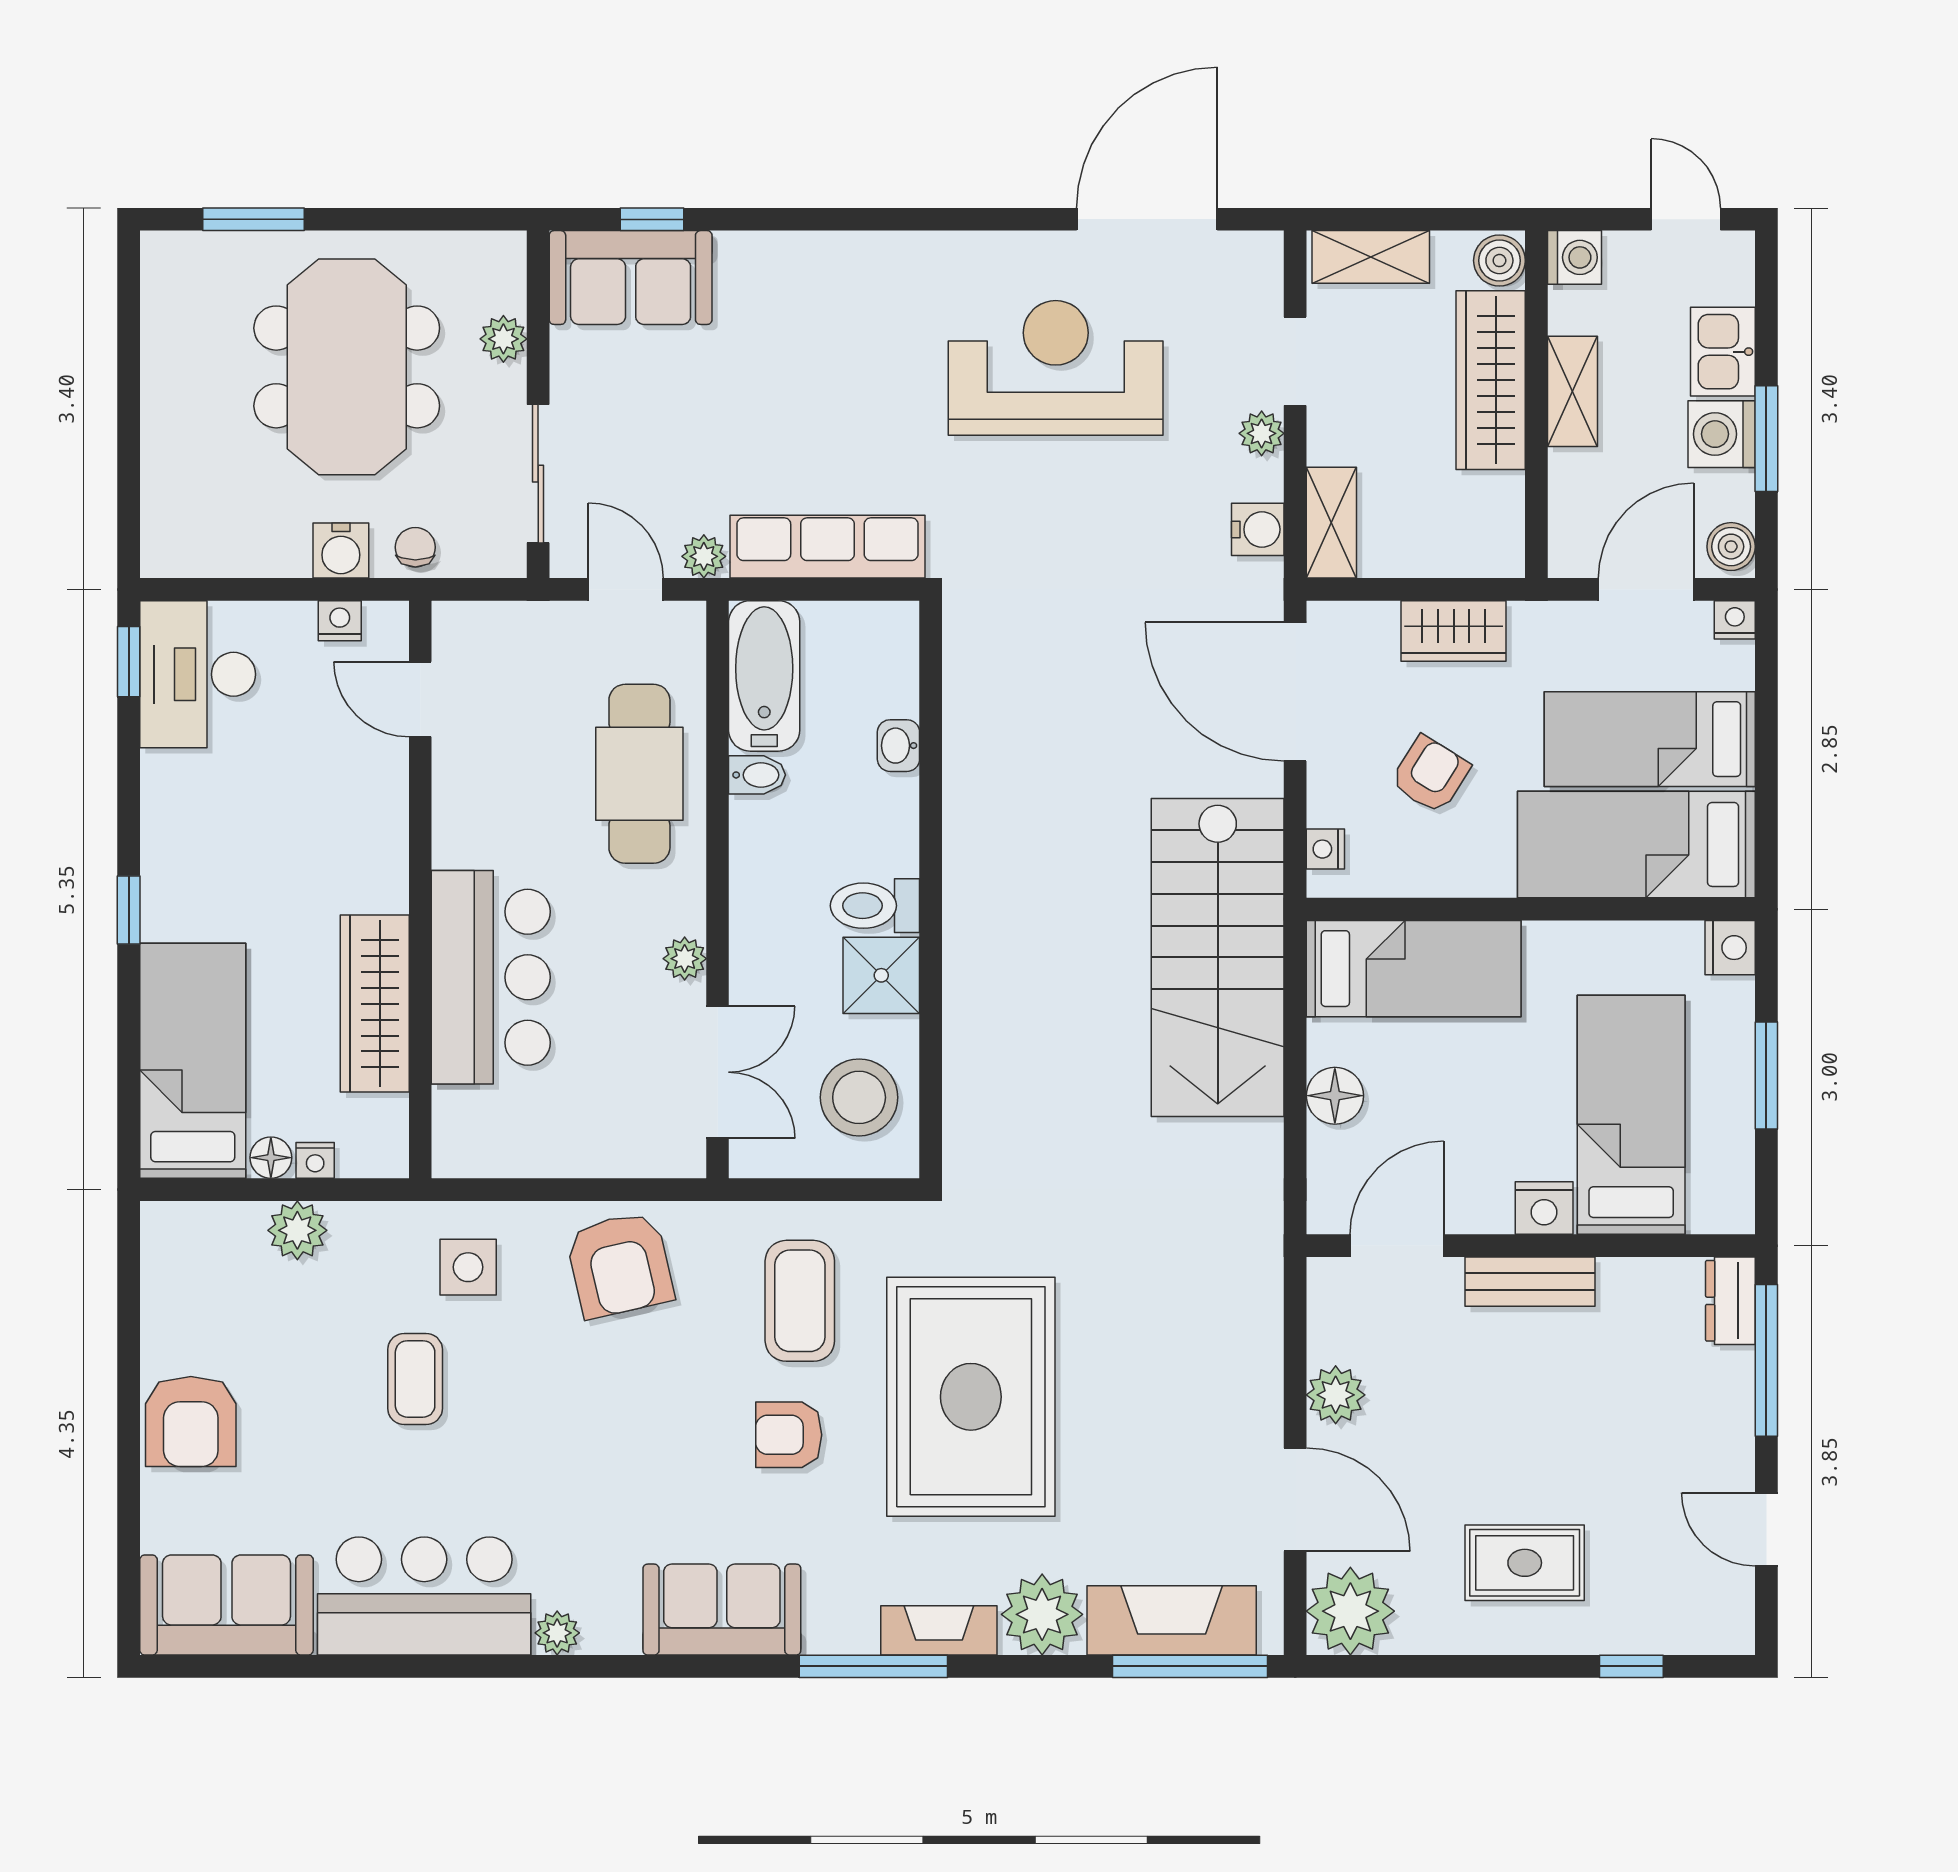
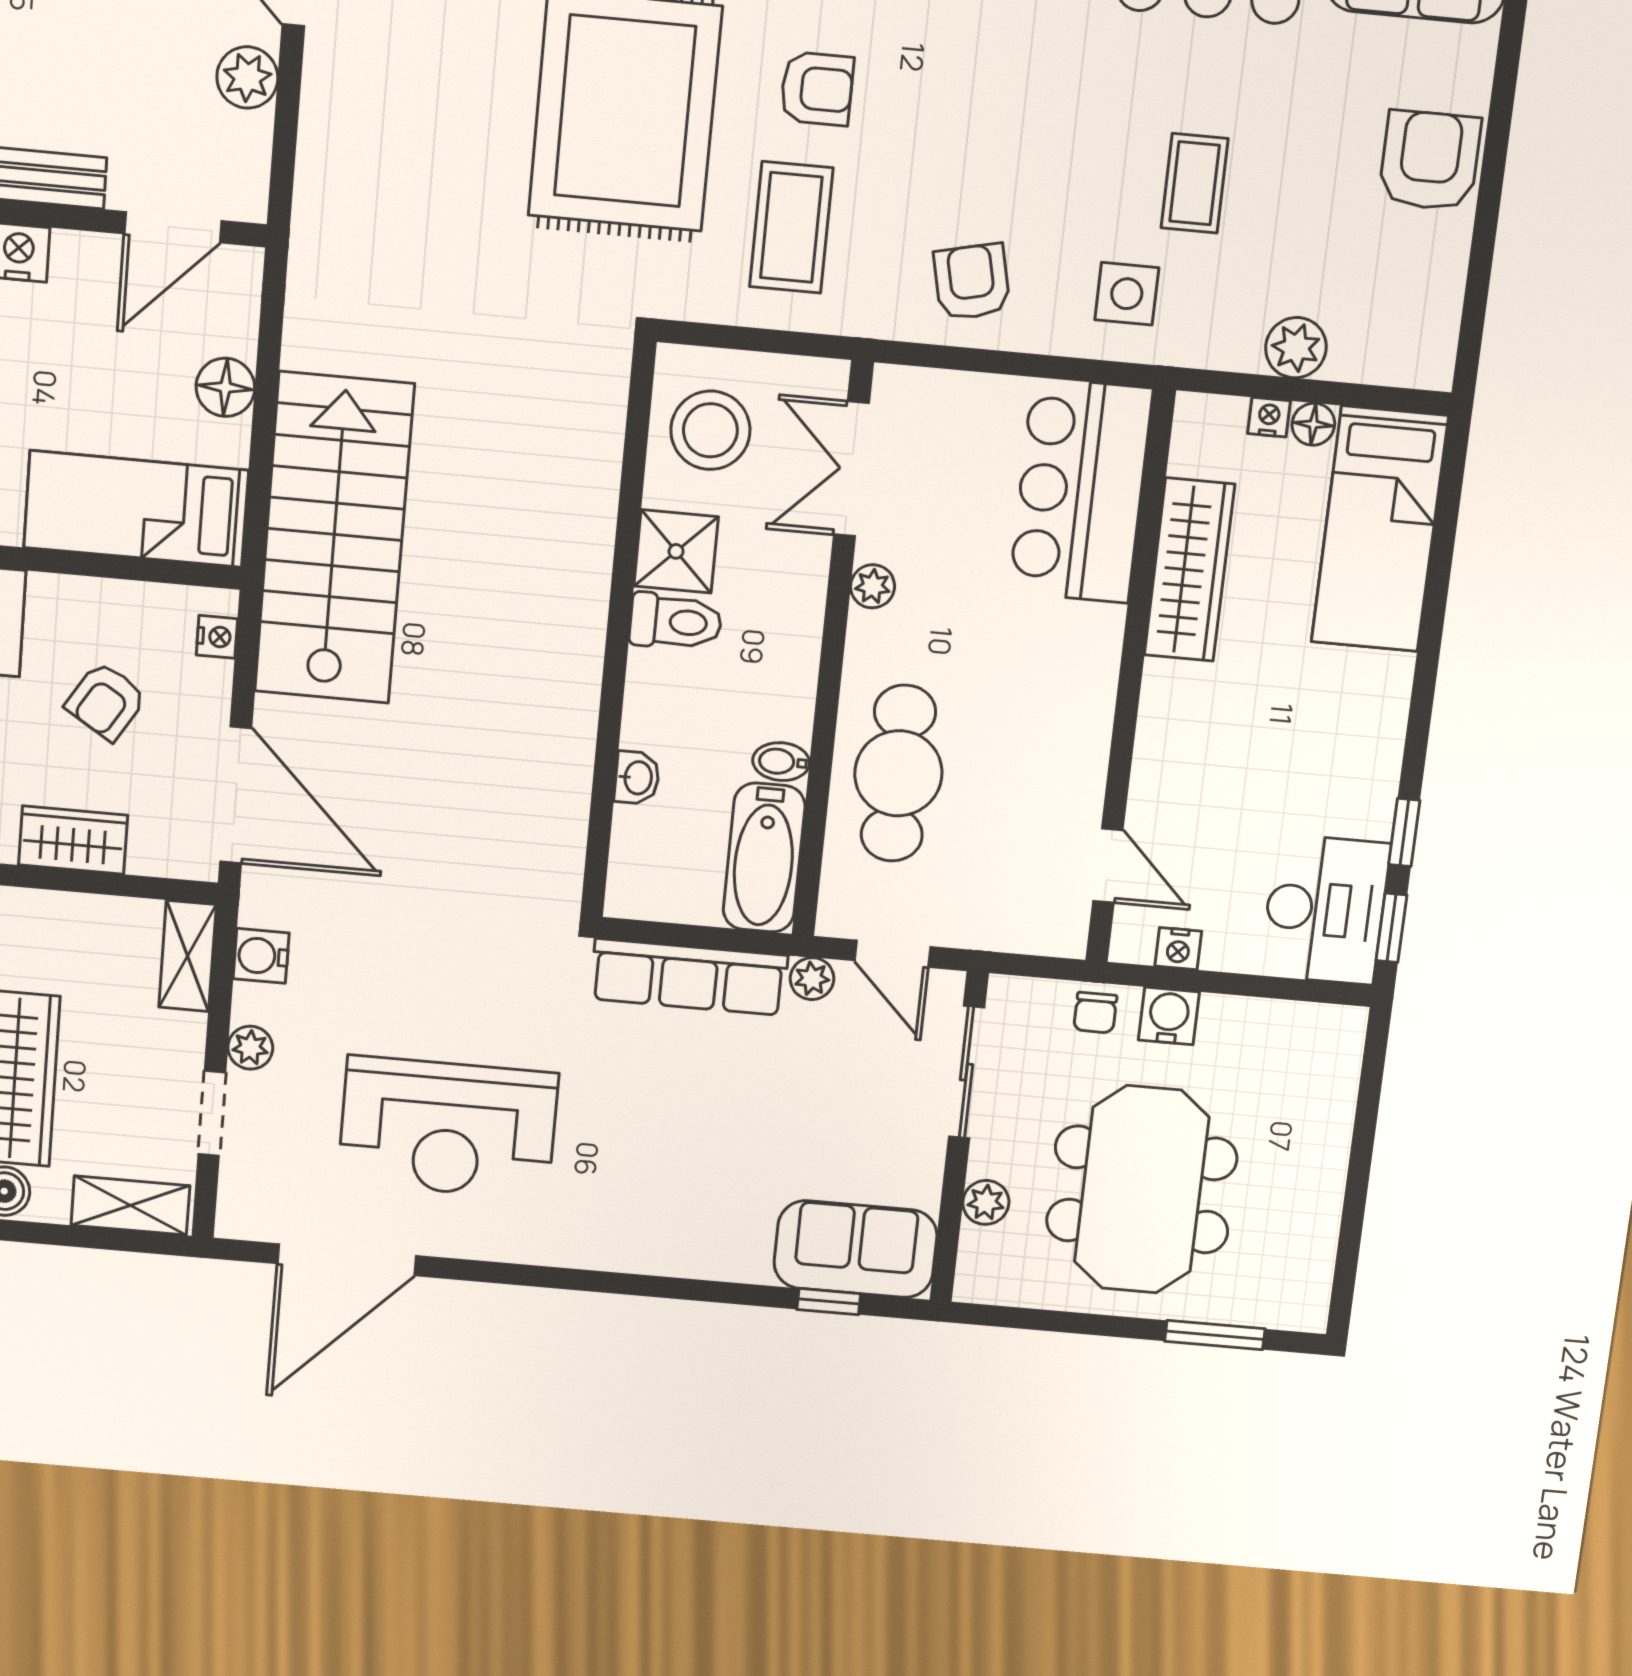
window: (129, 910) -> (1404, 832), moved
bar counter: (491, 977) -> (1081, 491), moved
armchair: (620, 1265) -> (972, 282), width x0.72, depth x0.72

